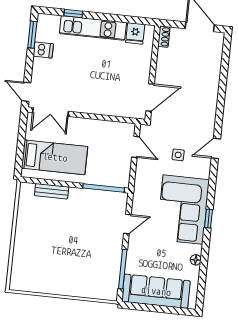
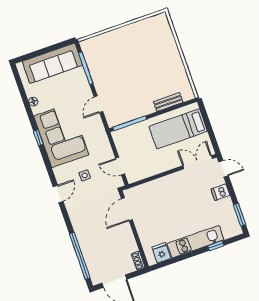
dishwasher: (43, 50) -> (220, 192), moved
window: (224, 71) -> (80, 256), added

